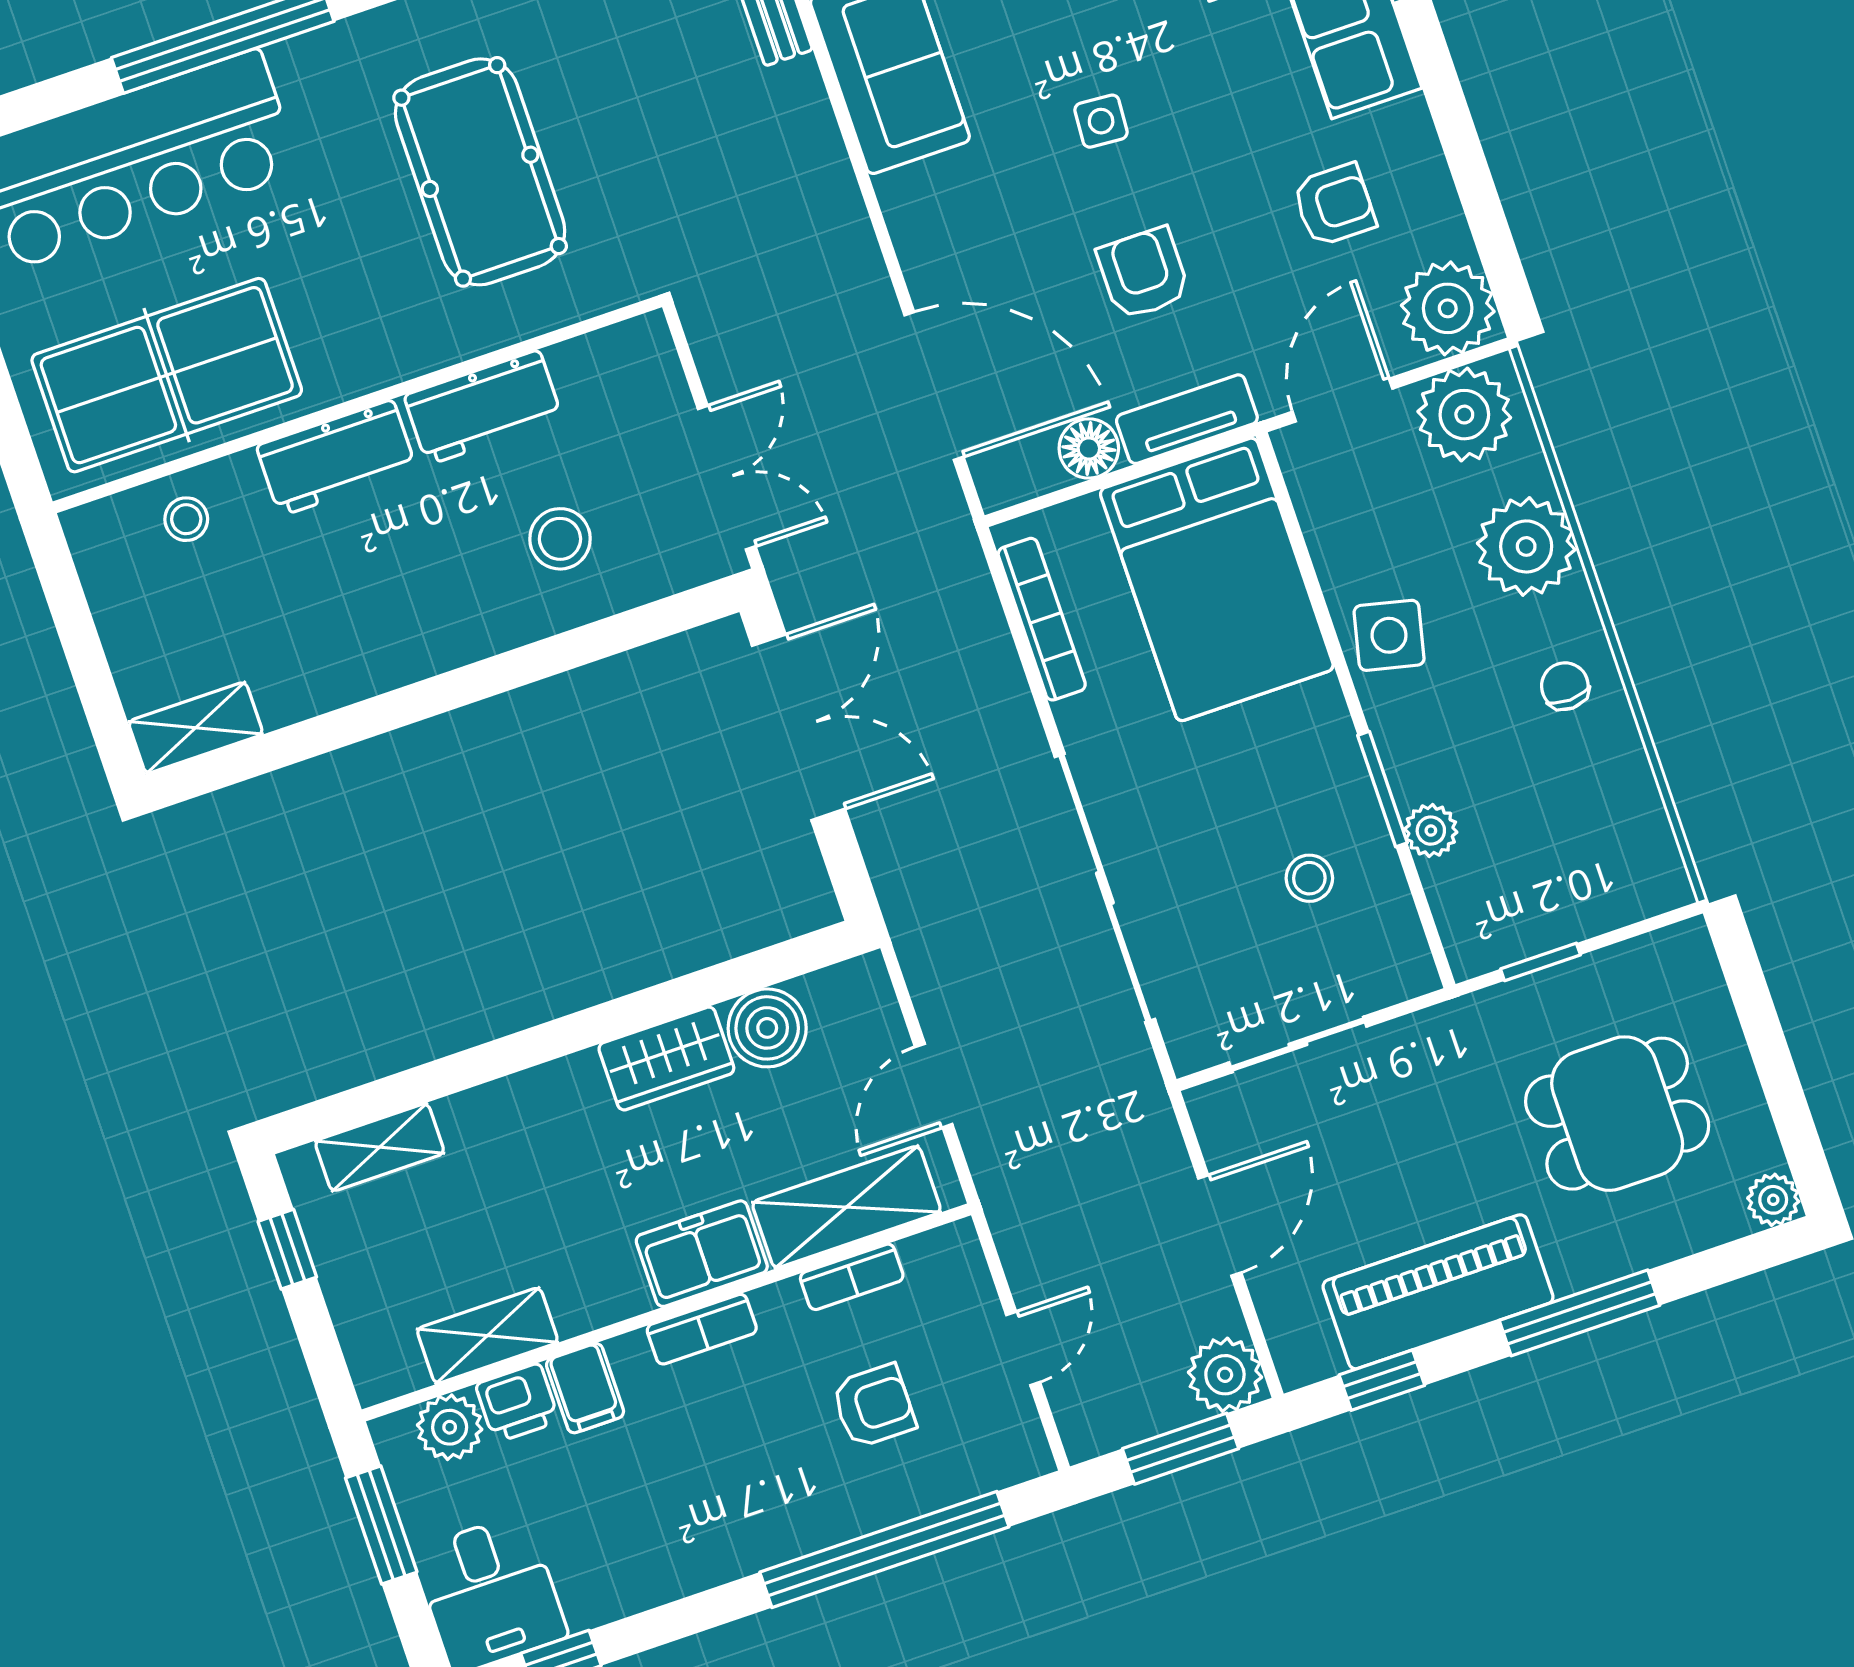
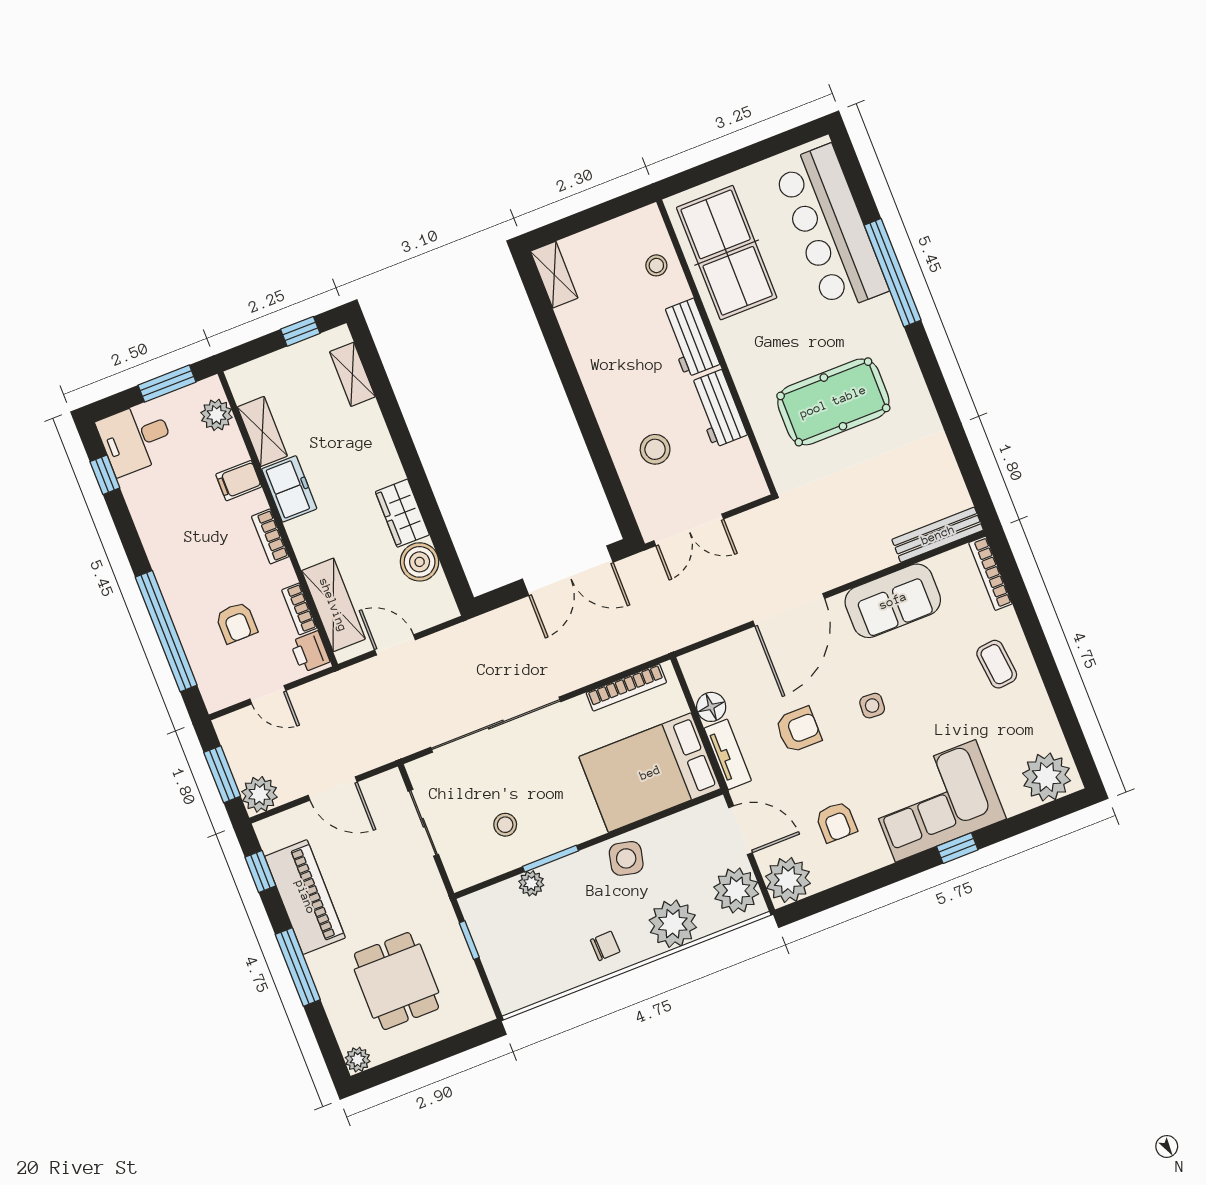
door: (934, 386) -> (789, 610), moved
freezer: (702, 1254) -> (289, 489), moved
printer: (517, 1403) -> (310, 652), moved

